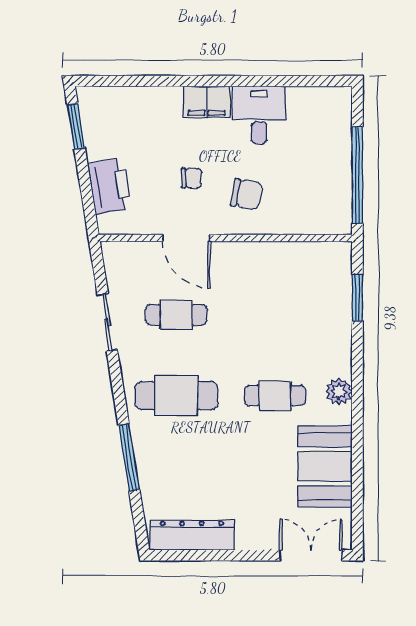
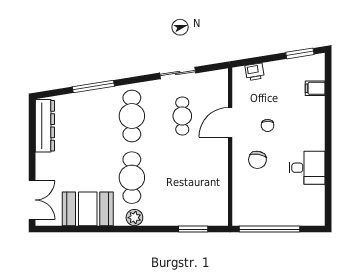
filing cabinet: (207, 102) -> (315, 88), moved, width x0.50
printer: (110, 186) -> (255, 72), width x0.53, depth x0.68
cafe table: (275, 396) -> (132, 178), width x1.37, depth x1.35

